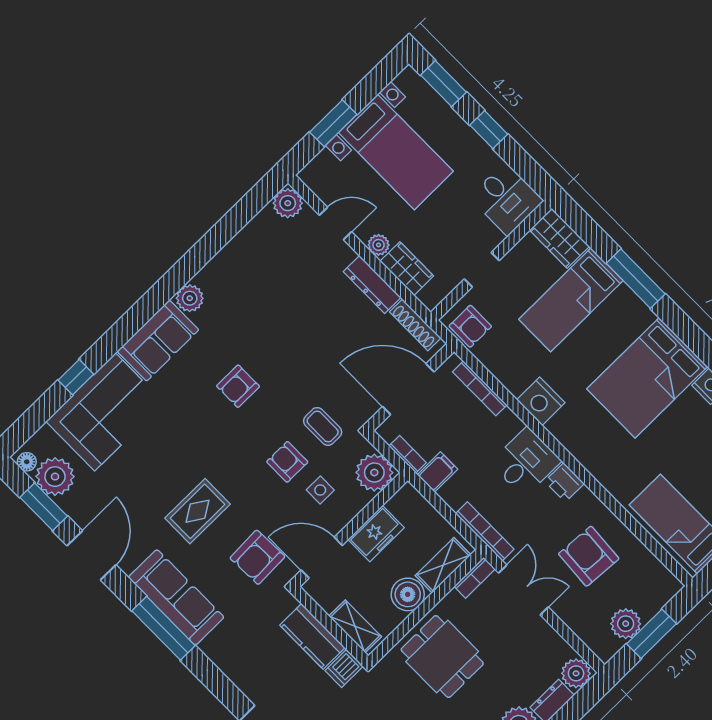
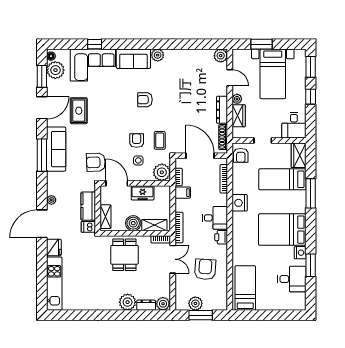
rug: (197, 511) -> (79, 111), moved, turned 90
plant: (246, 683) -> (51, 200), added

